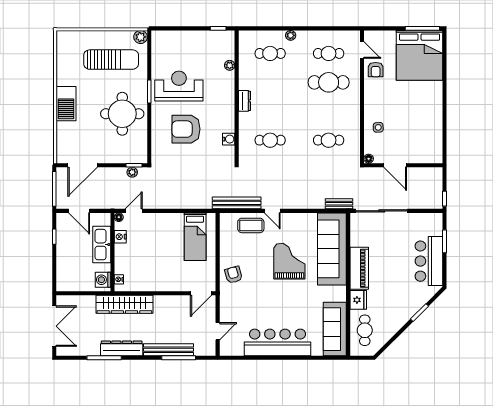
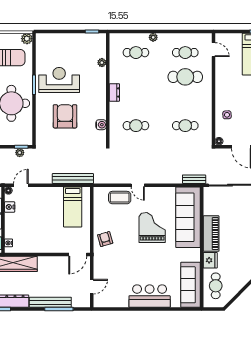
armchair: (376, 70) -> (225, 66), removed
armchair: (186, 129) -> (65, 116), turned 90
bench: (237, 203) -> (73, 178), moved
bar counter: (277, 342) -> (150, 296), width x0.73

